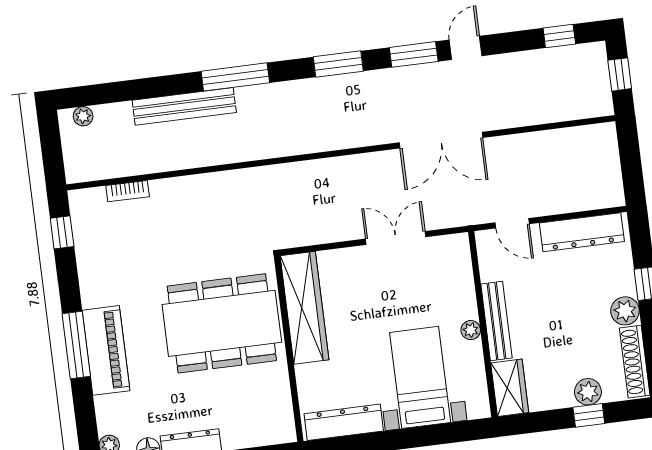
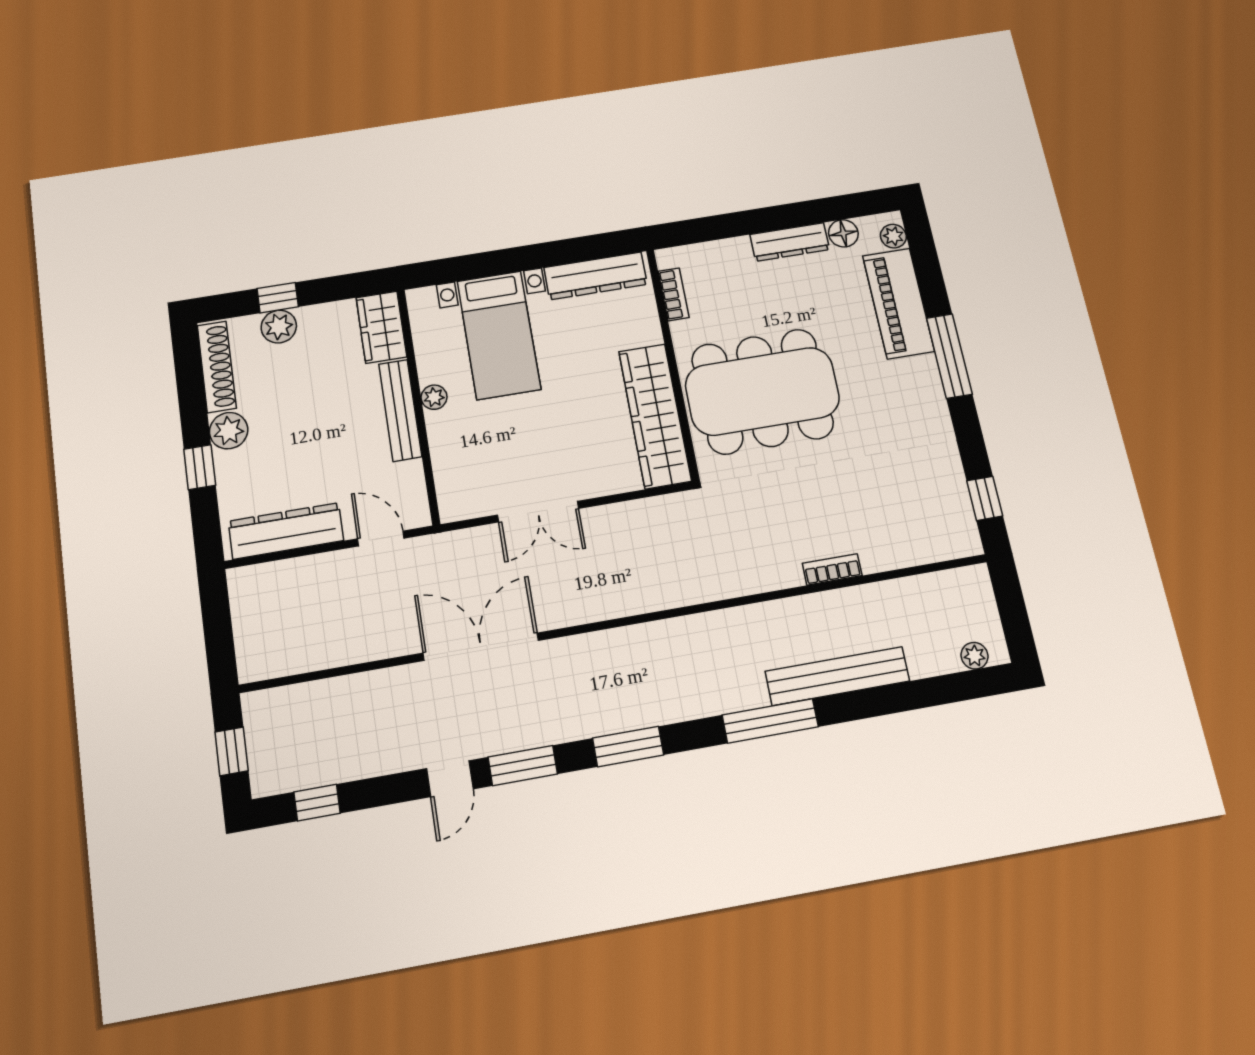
bookcase: (128, 191) -> (832, 569), moved
piano: (106, 350) -> (898, 303), moved
bookcase: (284, 404) -> (674, 294), added

